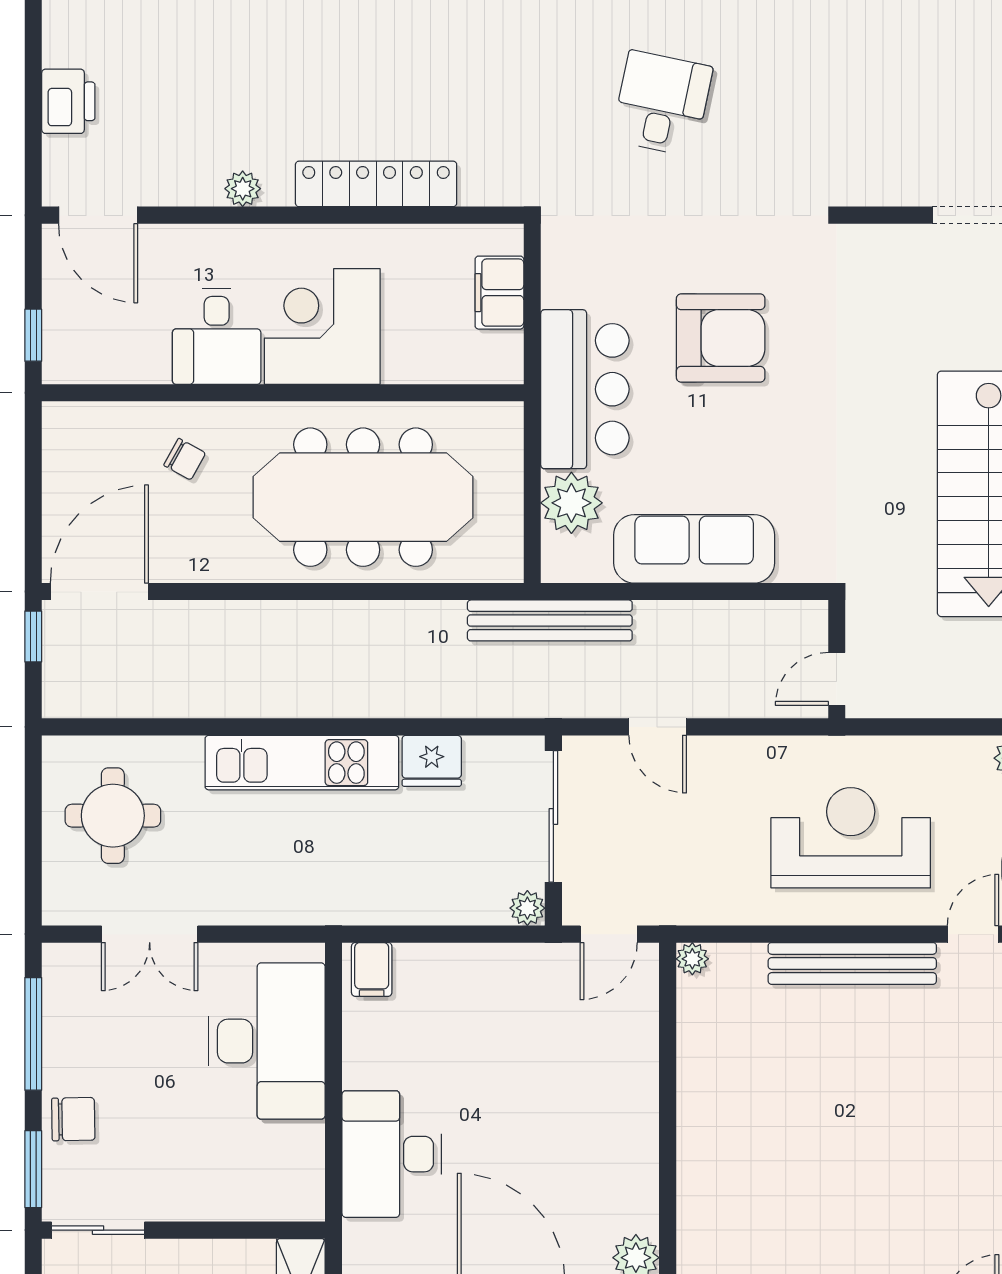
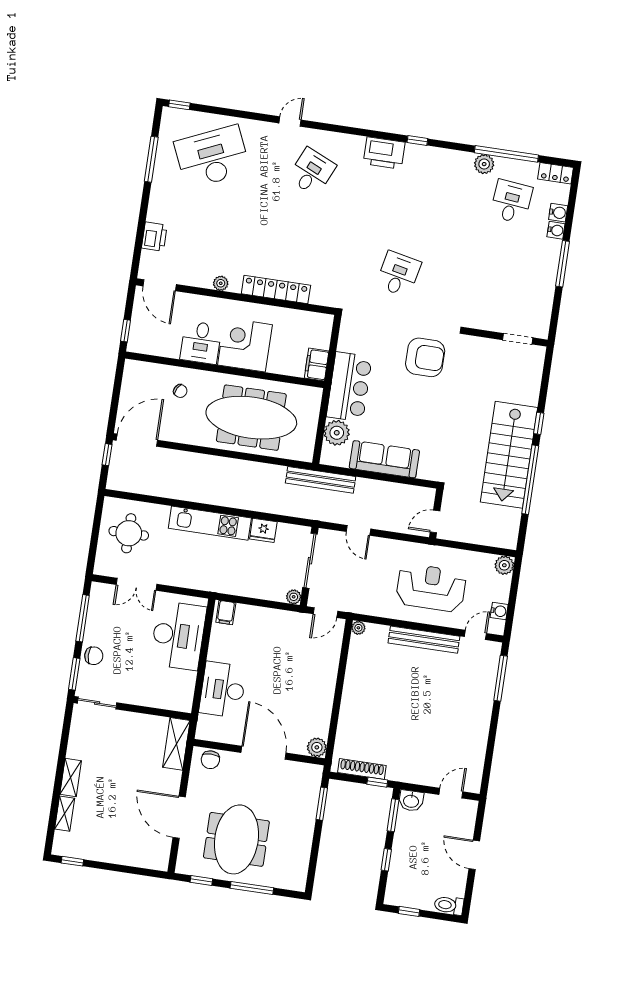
filing cabinet: (499, 293) -> (317, 365), moved
armchair: (721, 338) -> (425, 357), moved

